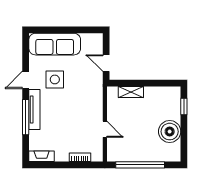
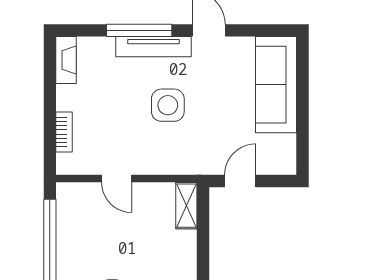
side table: (55, 79) -> (168, 105), moved
shelving: (131, 92) -> (186, 206), moved
door: (105, 129) -> (117, 179), hinge flipped

